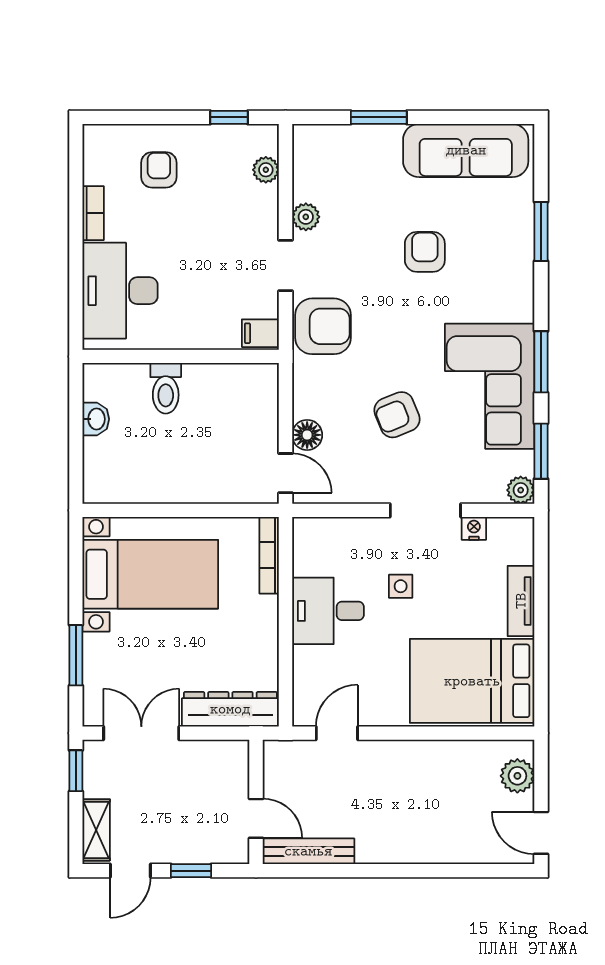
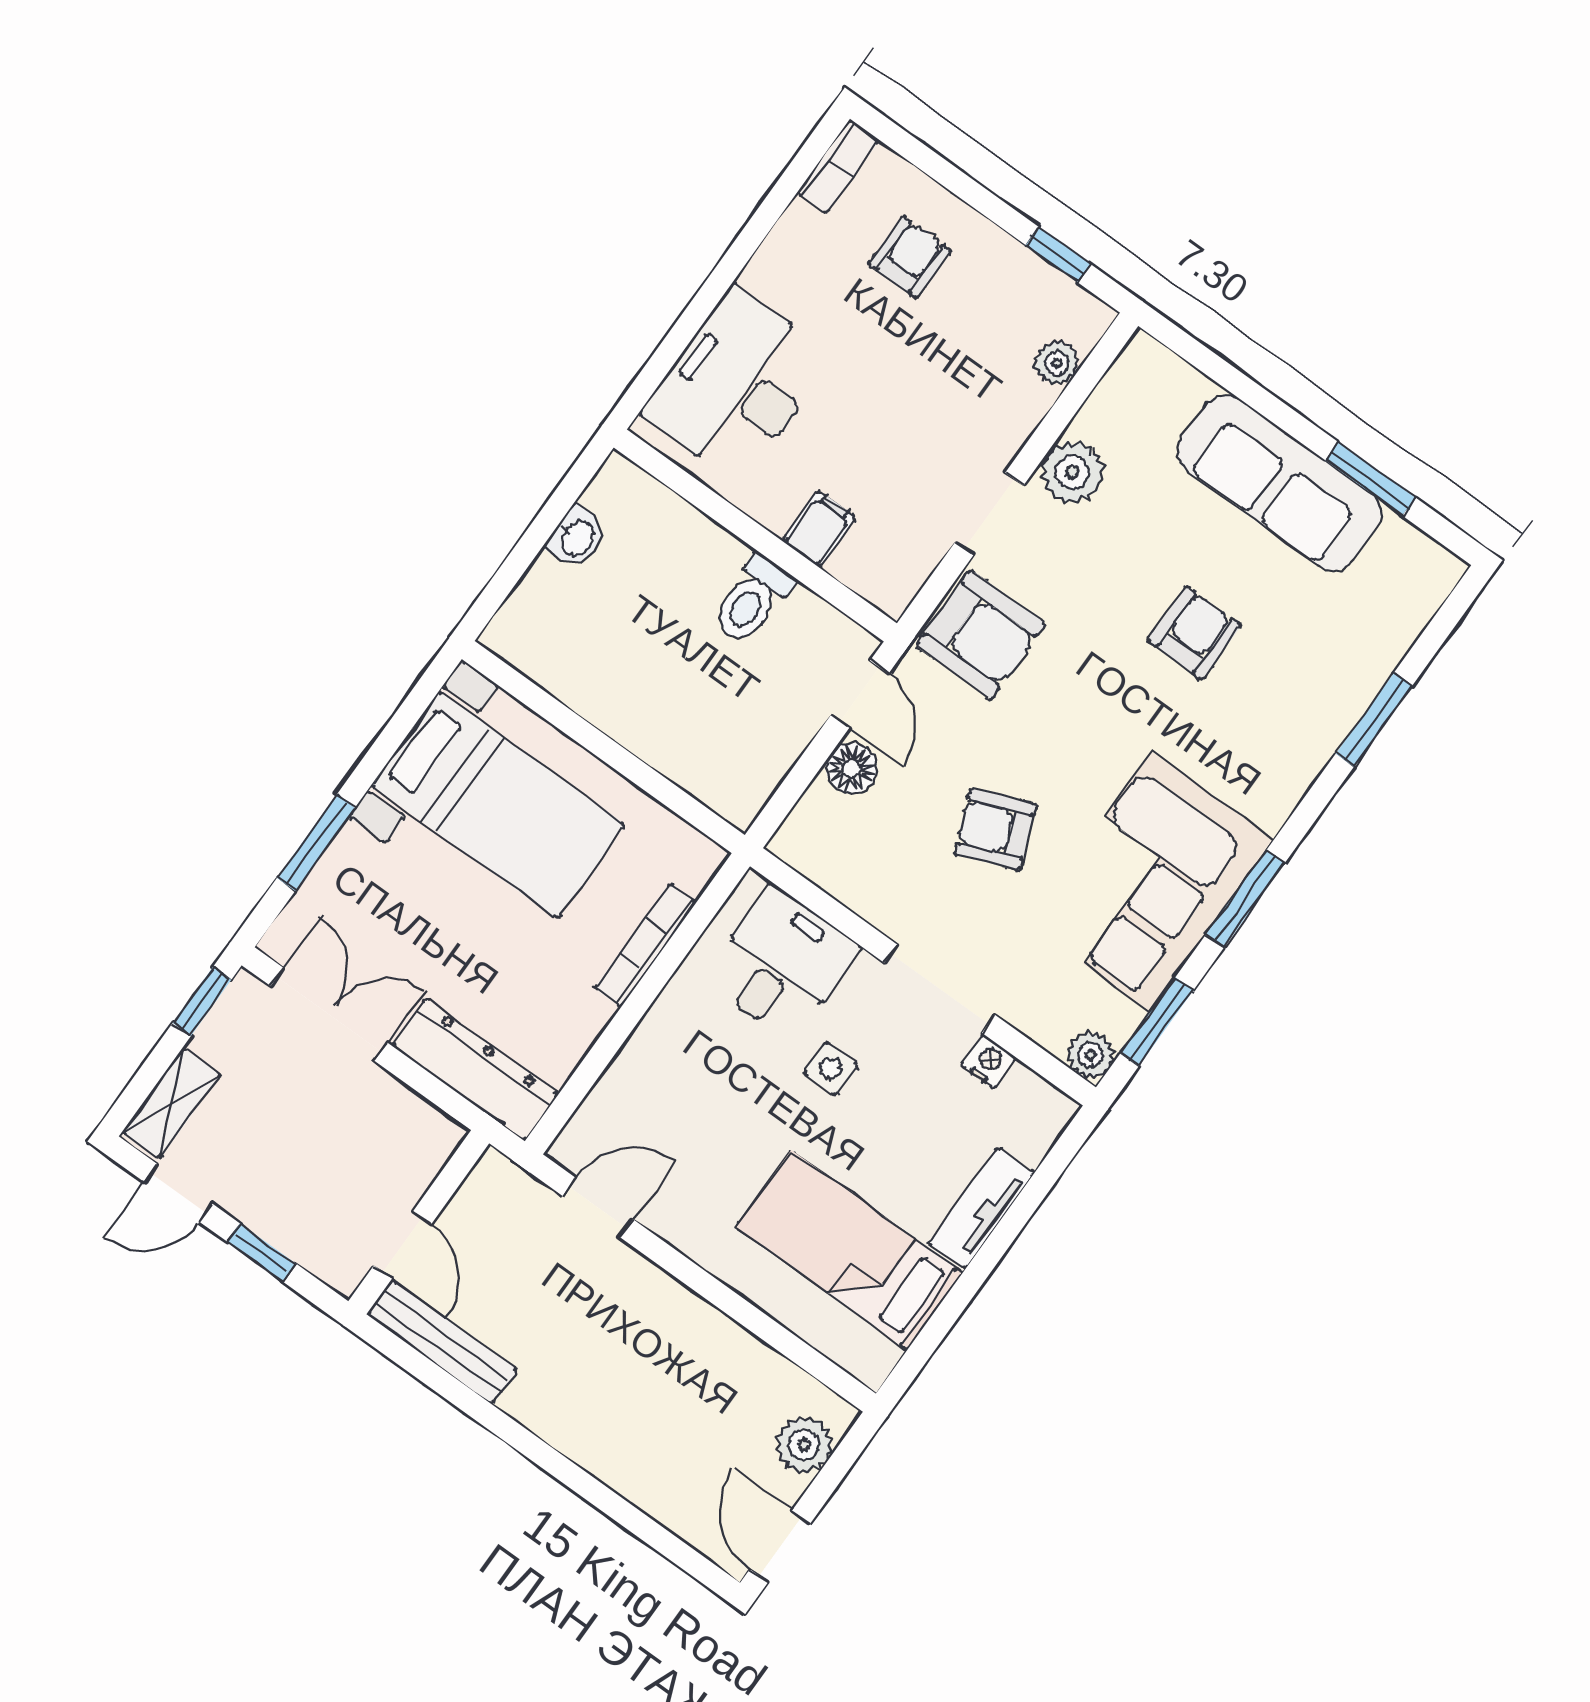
window: (379, 117) -> (1370, 479), moved
sofa: (466, 150) -> (1279, 483), moved
bookcase: (93, 213) -> (838, 166), moved
plant: (306, 217) -> (1072, 472), width x1.38, depth x1.38
filing cabinet: (260, 333) -> (819, 529), moved, turned 90
toilet: (166, 388) -> (752, 600), moved
door: (285, 473) -> (860, 694), moved
bookcase: (269, 555) -> (645, 945), moved
desk: (328, 611) -> (782, 964), moved, turned 90
bed: (472, 681) -> (849, 1250), width x0.67

